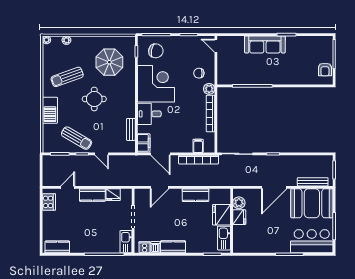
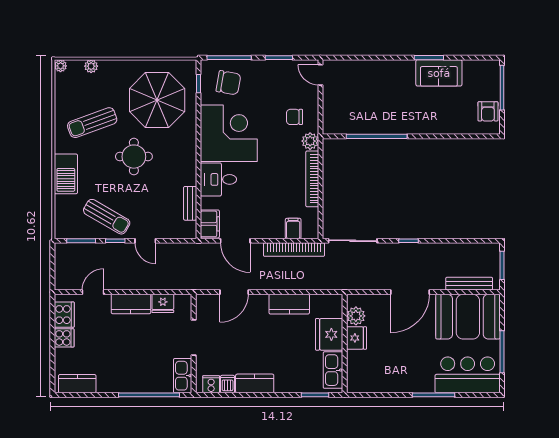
sofa: (265, 44) -> (439, 73), moved, width x0.73
parasol: (109, 62) -> (157, 100), width x1.36, depth x1.36
cooker: (49, 217) -> (64, 338), added

